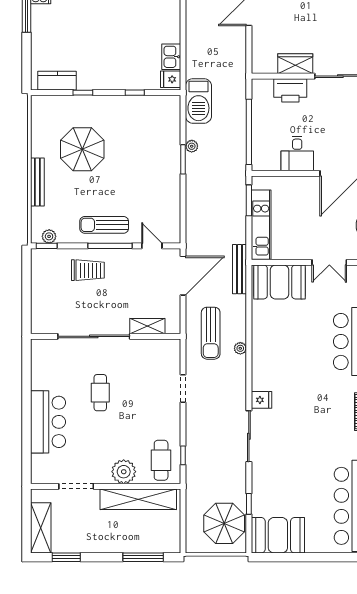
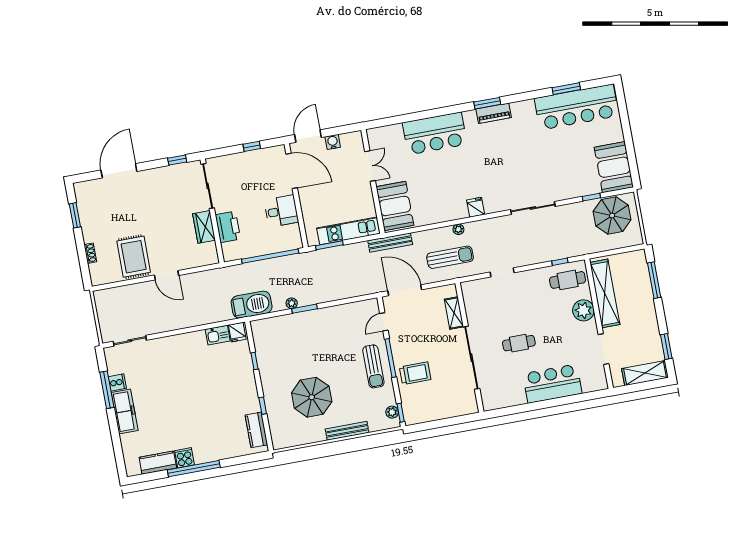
trolley: (88, 270) -> (415, 373), turned 90
fridge: (262, 400) -> (476, 207), moved

